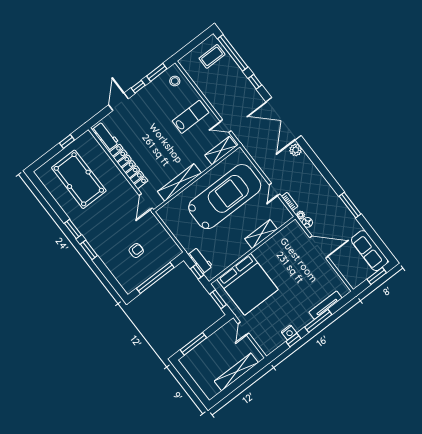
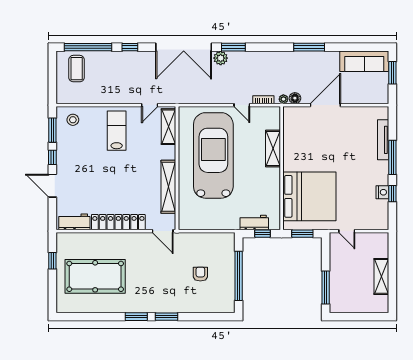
window: (310, 153) -> (233, 47), added
shelving: (236, 372) -> (381, 276), width x0.68

